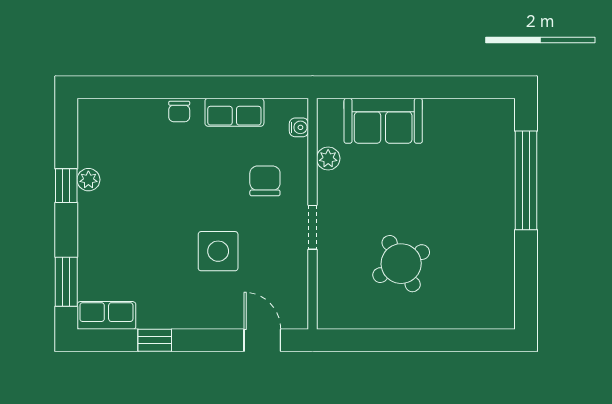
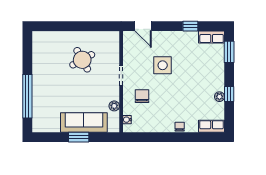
window: (409, 87) -> (79, 137), added
row of seats: (234, 112) -> (212, 126), moved
sofa: (383, 121) -> (84, 122), width x1.36
chair: (265, 181) -> (142, 96), turned 180

